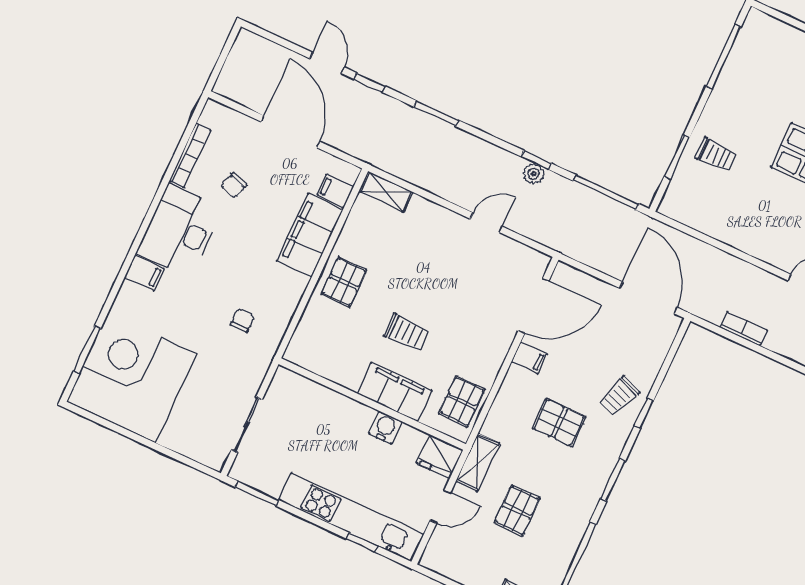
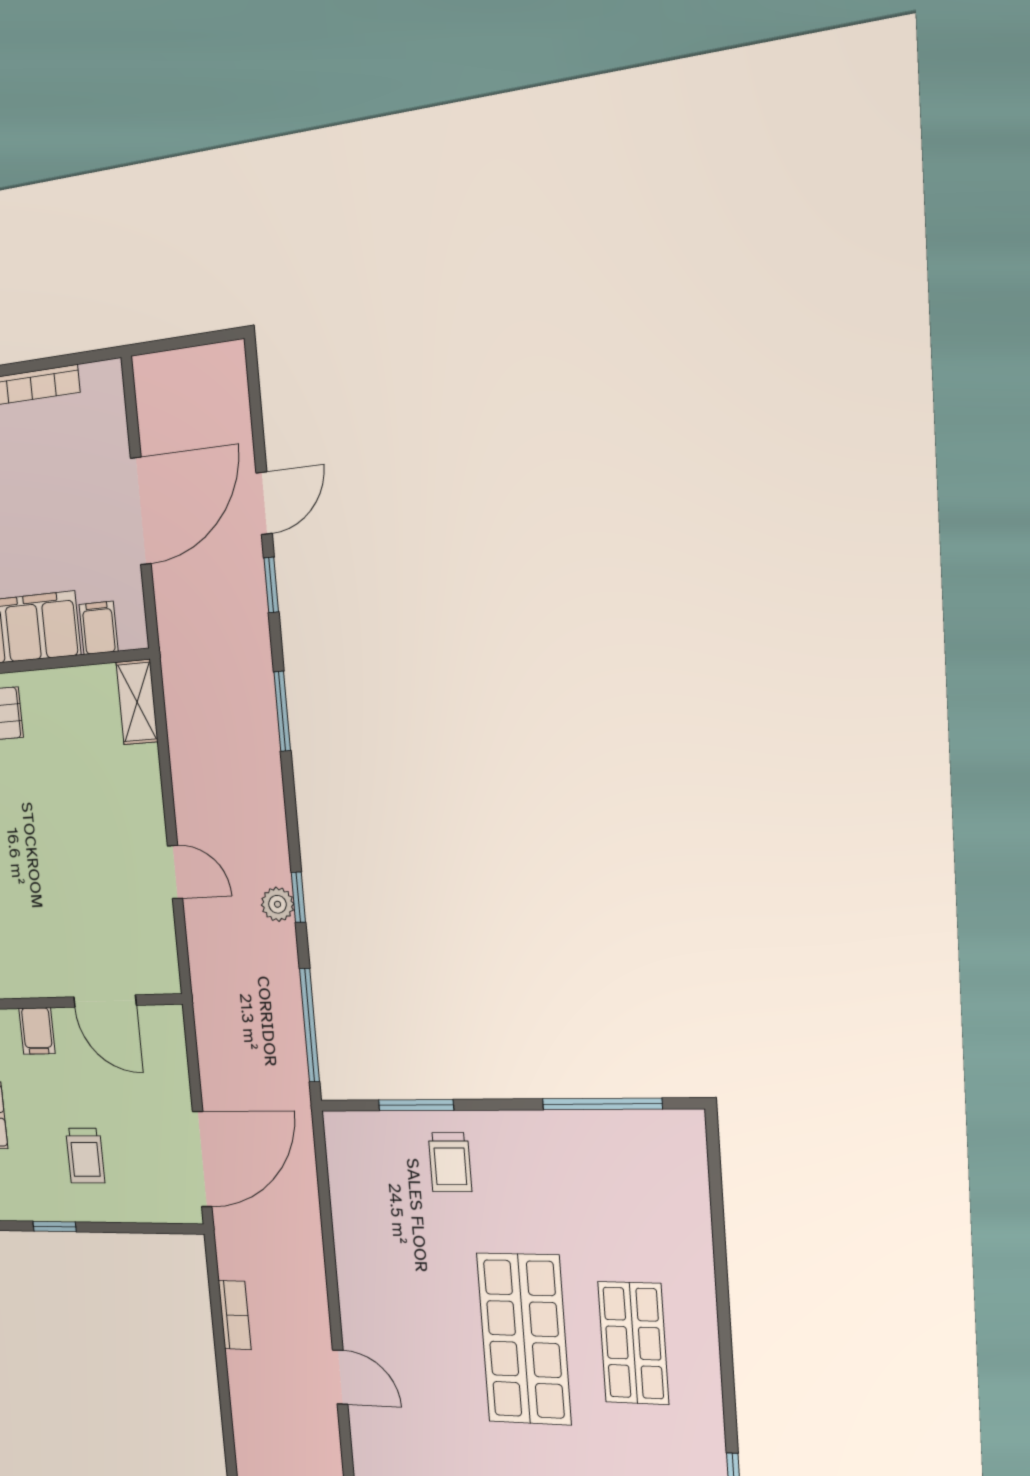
chair: (234, 185) -> (27, 476), removed
door: (534, 306) -> (105, 1001), width x0.73
trolley: (619, 396) -> (85, 1156), moved, turned -111

